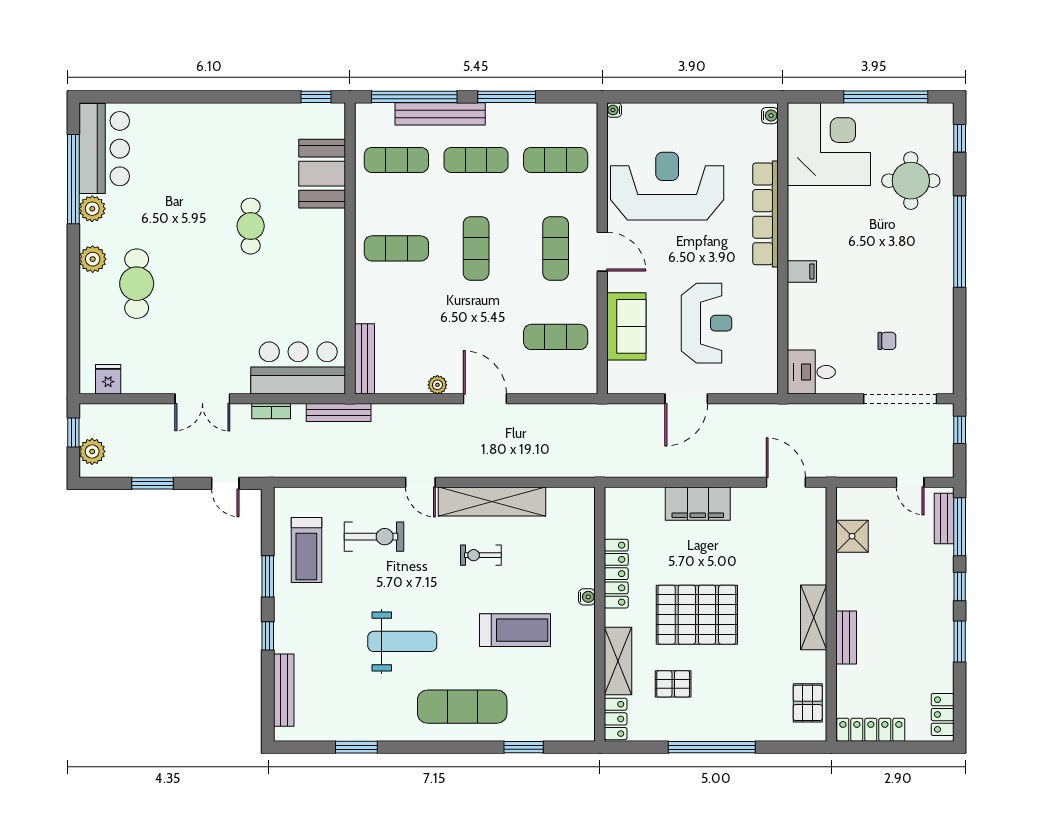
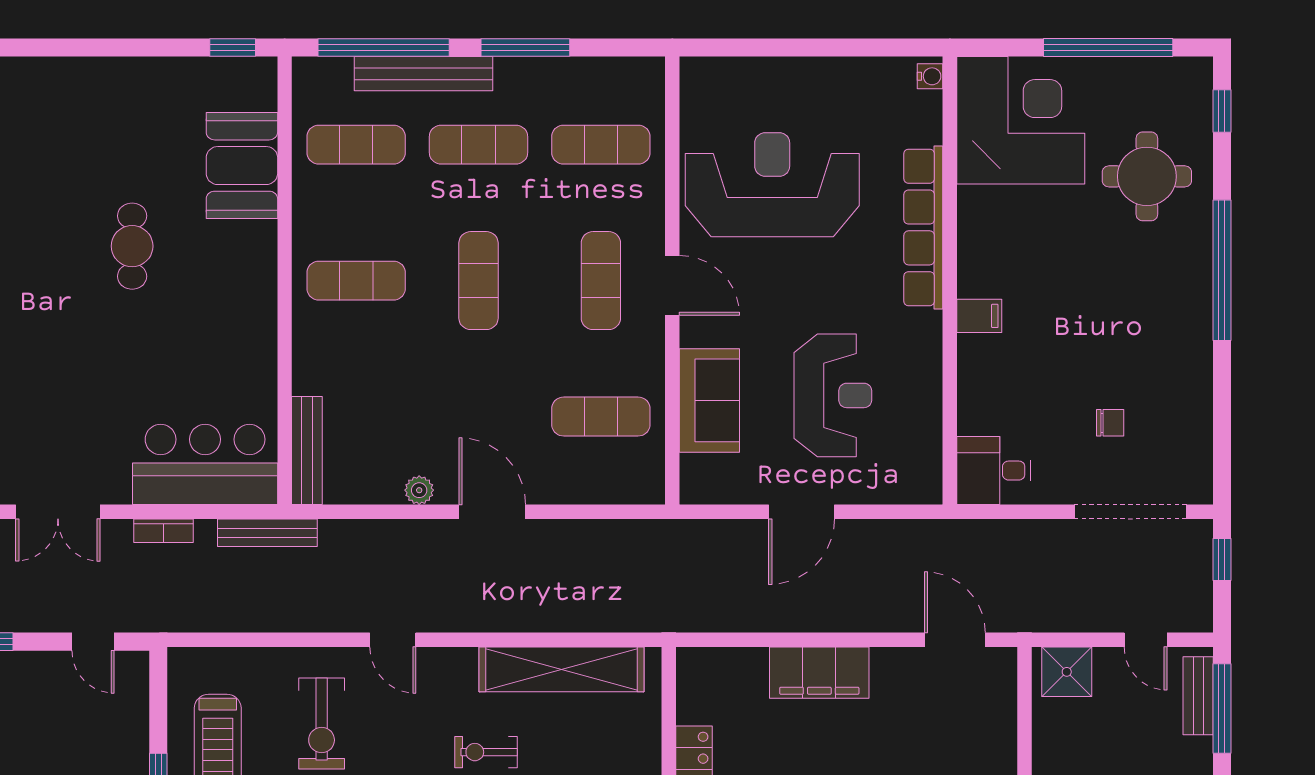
water cooler: (614, 110) -> (691, 68), removed
shelving: (492, 501) -> (562, 669), moved
shower: (852, 536) -> (1067, 672), moved
exercise bike: (374, 537) -> (322, 724), turned 90

